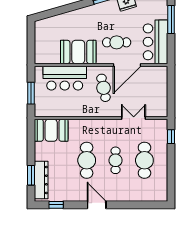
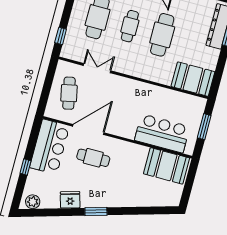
window: (171, 20) -> (26, 167), width x0.46
booth: (78, 52) -> (167, 166), moved
cafe table: (103, 88) -> (69, 93), moved
double door: (134, 118) -> (97, 68), swing flipped

